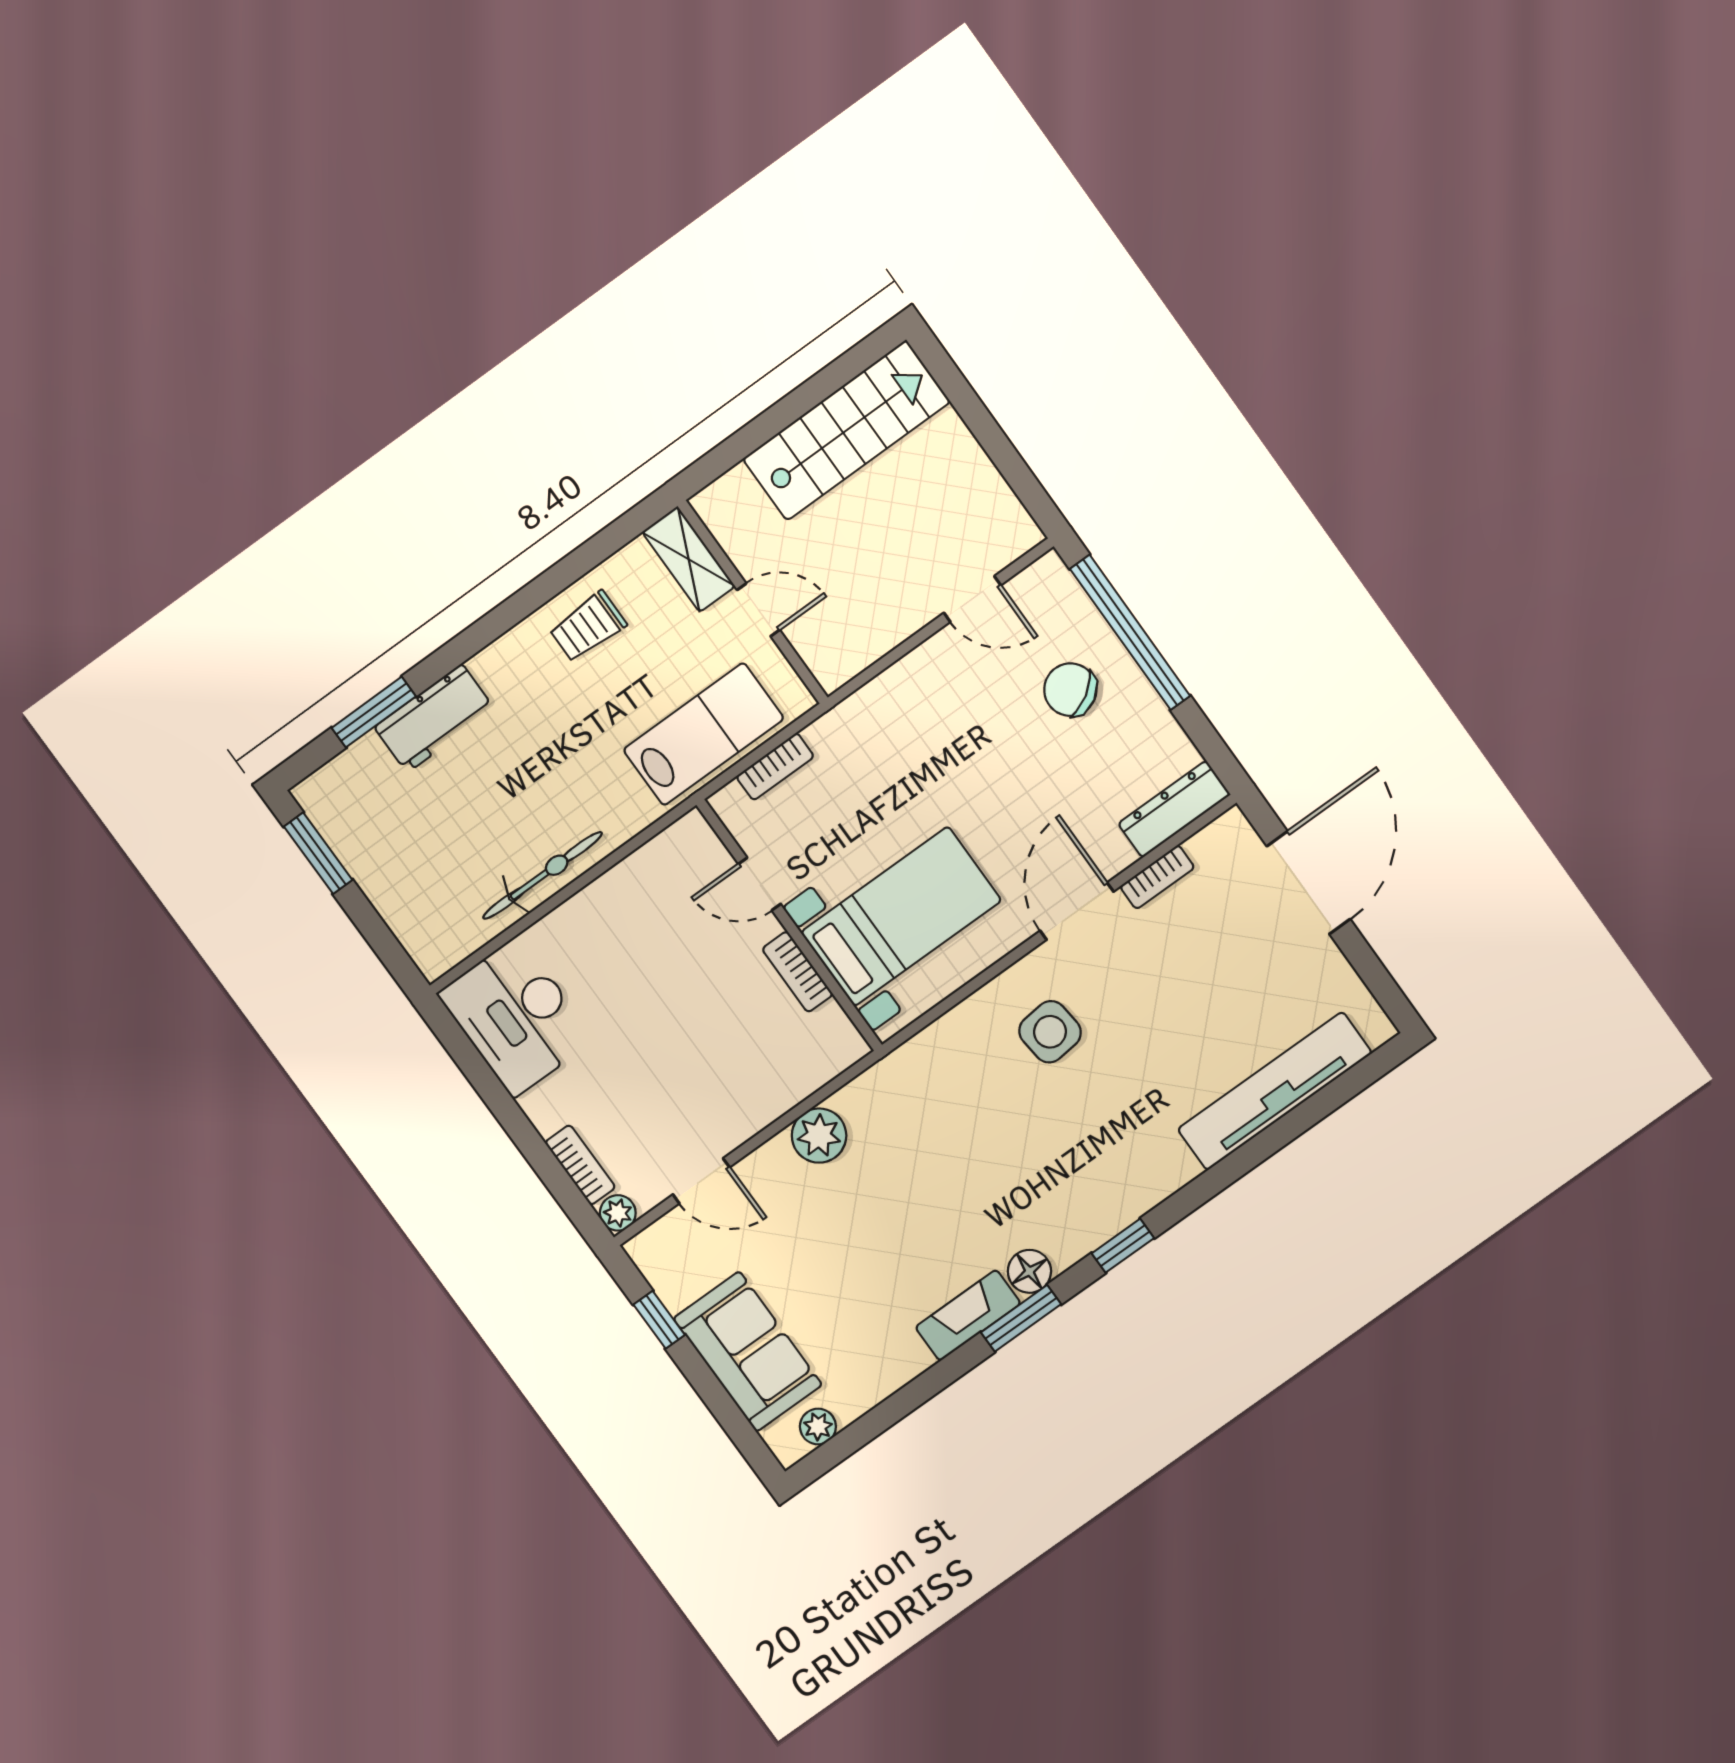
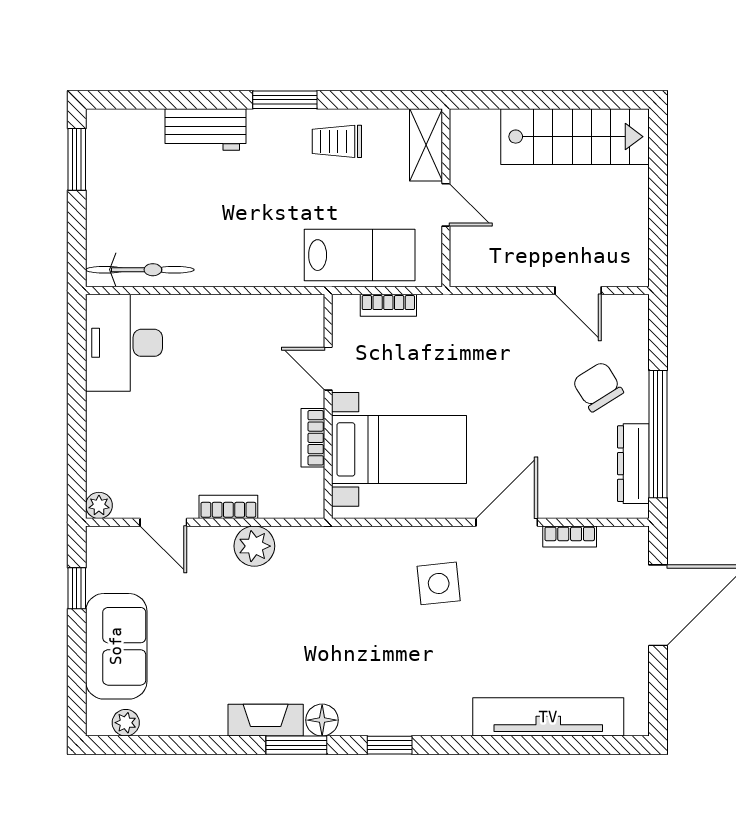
window: (1130, 632) -> (658, 434), moved
window: (374, 712) -> (285, 100), moved
dresser: (1174, 809) -> (633, 464), moved, turned -90
bicycle: (542, 875) -> (140, 270), moved
bookcase: (580, 1165) -> (228, 507), moved, turned -90

